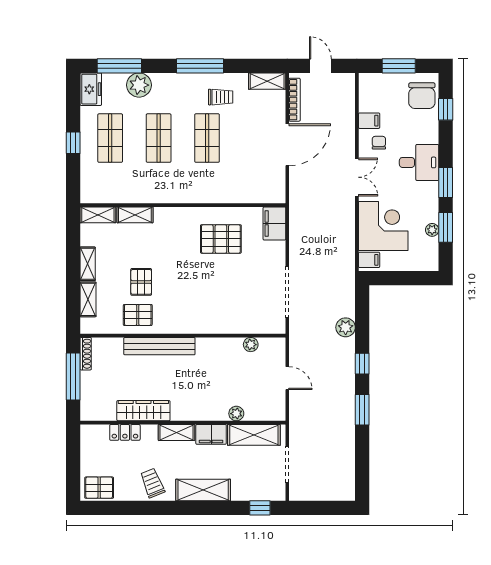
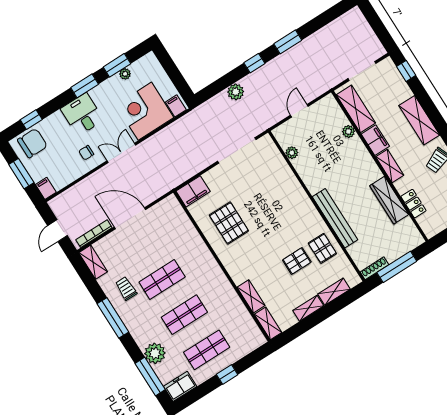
filing cabinet: (369, 121) -> (46, 188), moved

